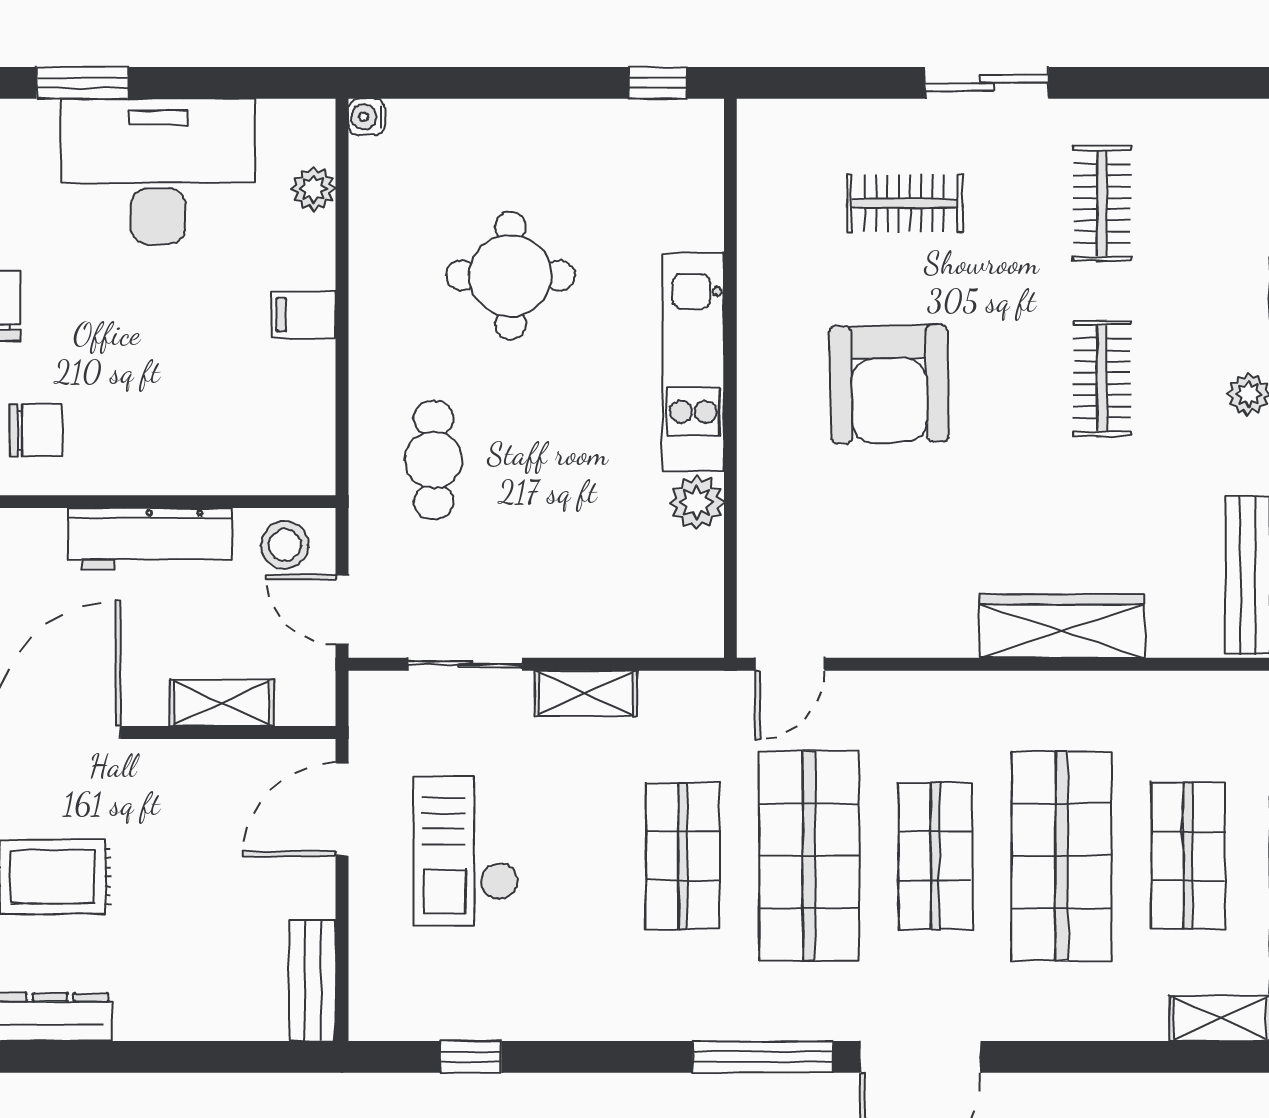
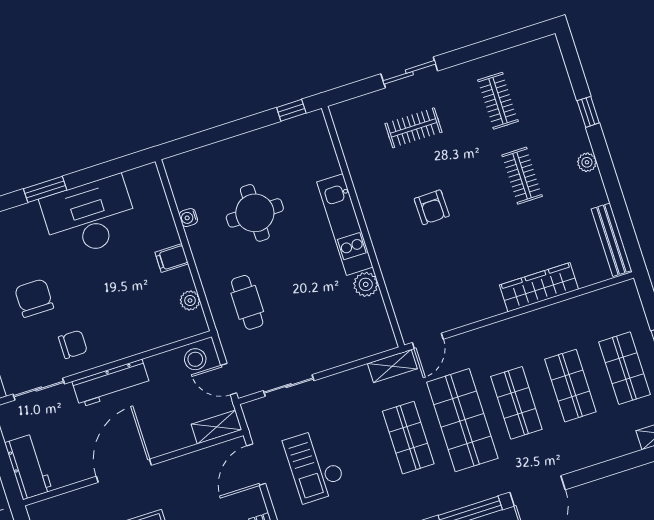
sliding door: (987, 83) -> (409, 72), moved
water cooler: (367, 117) -> (188, 218), moved
plant: (314, 189) -> (190, 301), moved
armchair: (889, 384) -> (432, 207), width x0.53, depth x0.53
workbench: (150, 539) -> (111, 383), moved
shelving: (586, 694) -> (392, 366), moved
shelving: (221, 703) -> (217, 427), moved
shop shelf: (1062, 856) -> (570, 386), width x0.70, depth x0.74

